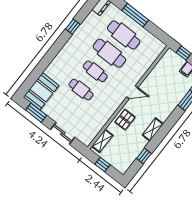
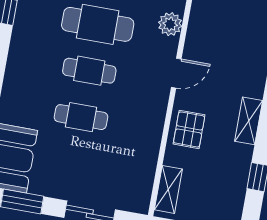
plant: (141, 70) -> (170, 24), added

